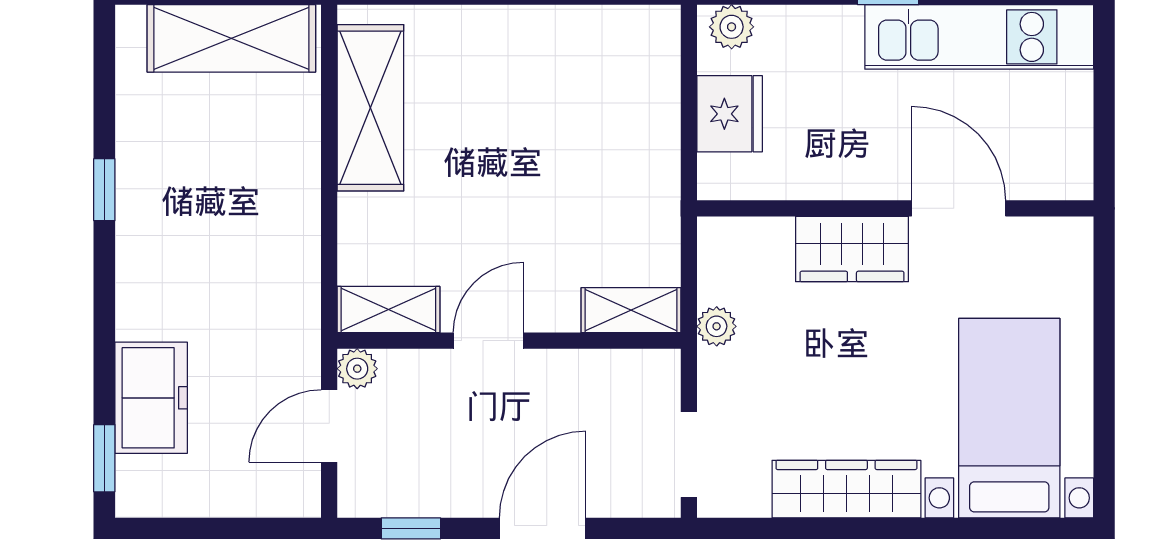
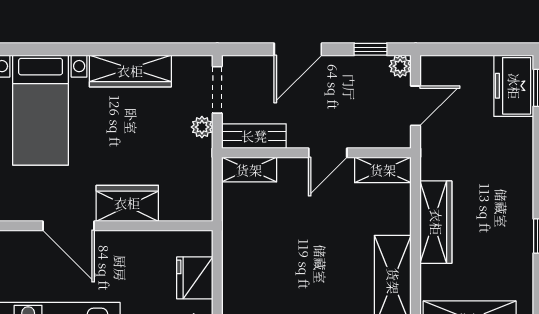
wardrobe: (292, 215) -> (436, 222), added
plant: (717, 326) -> (202, 127), moved
plant: (357, 369) -> (400, 66), moved
bench: (622, 371) -> (254, 136), added
freezer: (151, 398) -> (514, 86), moved

